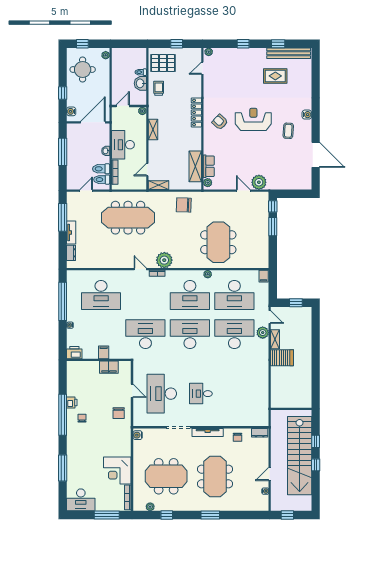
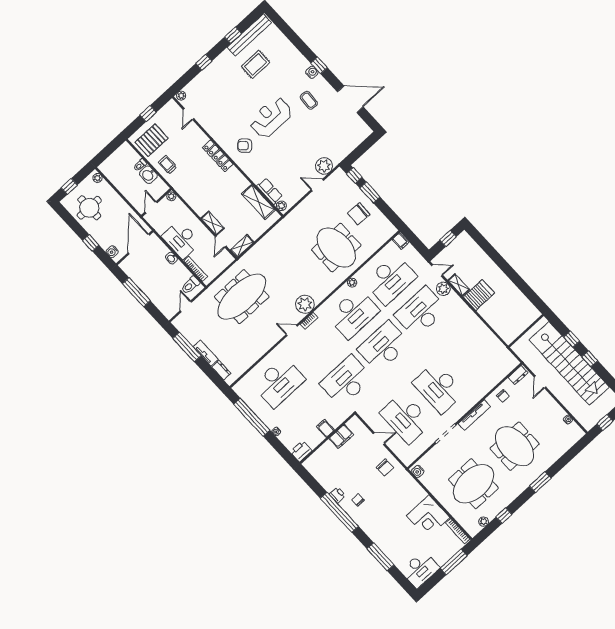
window: (316, 114) -> (319, 65), added
shelving: (153, 130) -> (213, 223), moved
toilet: (101, 169) -> (181, 277), removed
chair: (184, 205) -> (359, 214), moved
desk: (201, 394) -> (439, 388), width x1.87, depth x1.30
door: (270, 474) -> (540, 382), moved

